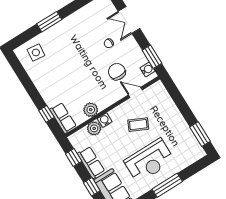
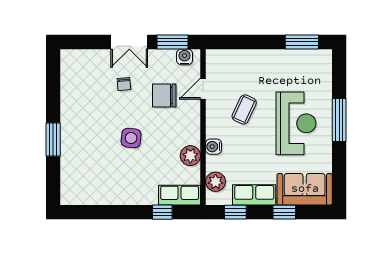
double door: (129, 20) -> (129, 42), moved
side table: (36, 53) -> (131, 138), moved
plant: (94, 128) -> (216, 182), moved

